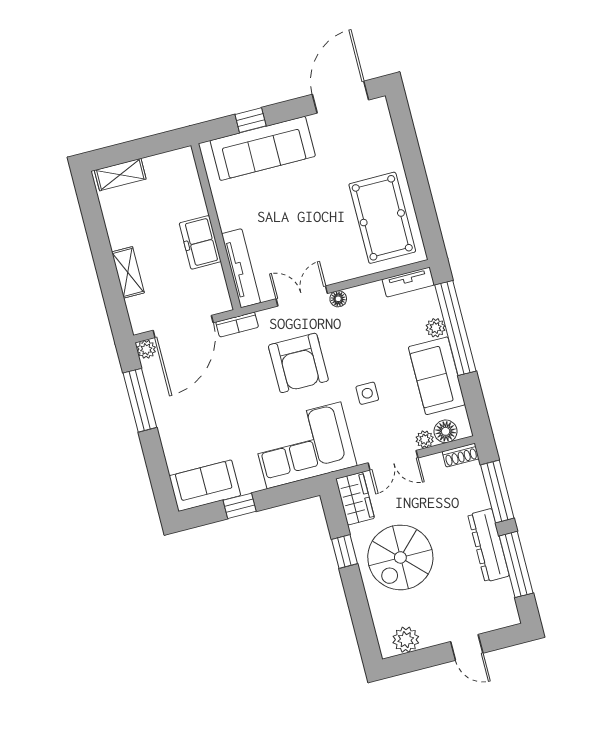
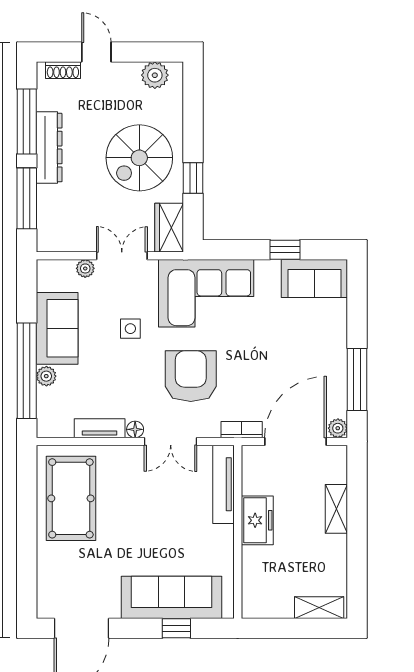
tv unit: (408, 282) -> (100, 428), moved
floor lamp: (446, 431) -> (63, 271), removed
shoe rack: (461, 455) -> (63, 70), moved, turned 180
spiral stairs: (400, 557) -> (139, 158), turned 180

